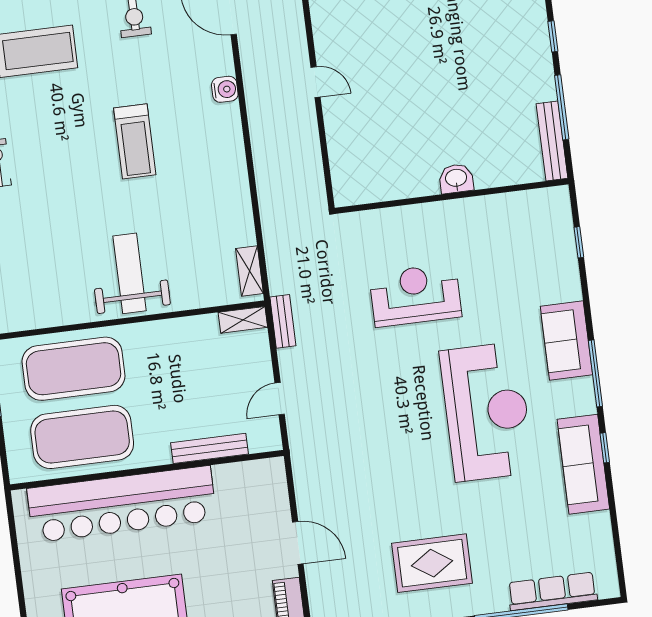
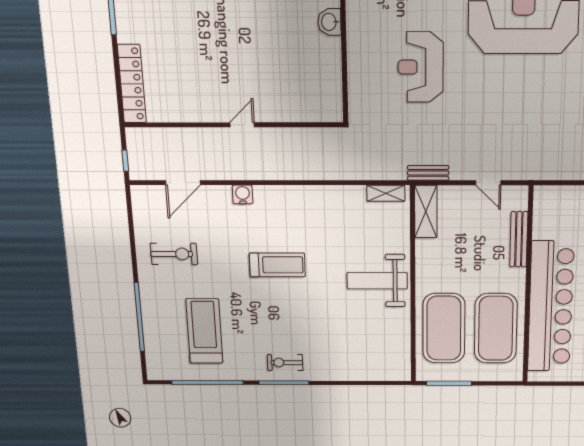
shelving: (243, 320) -> (426, 212), width x1.50, depth x1.33

